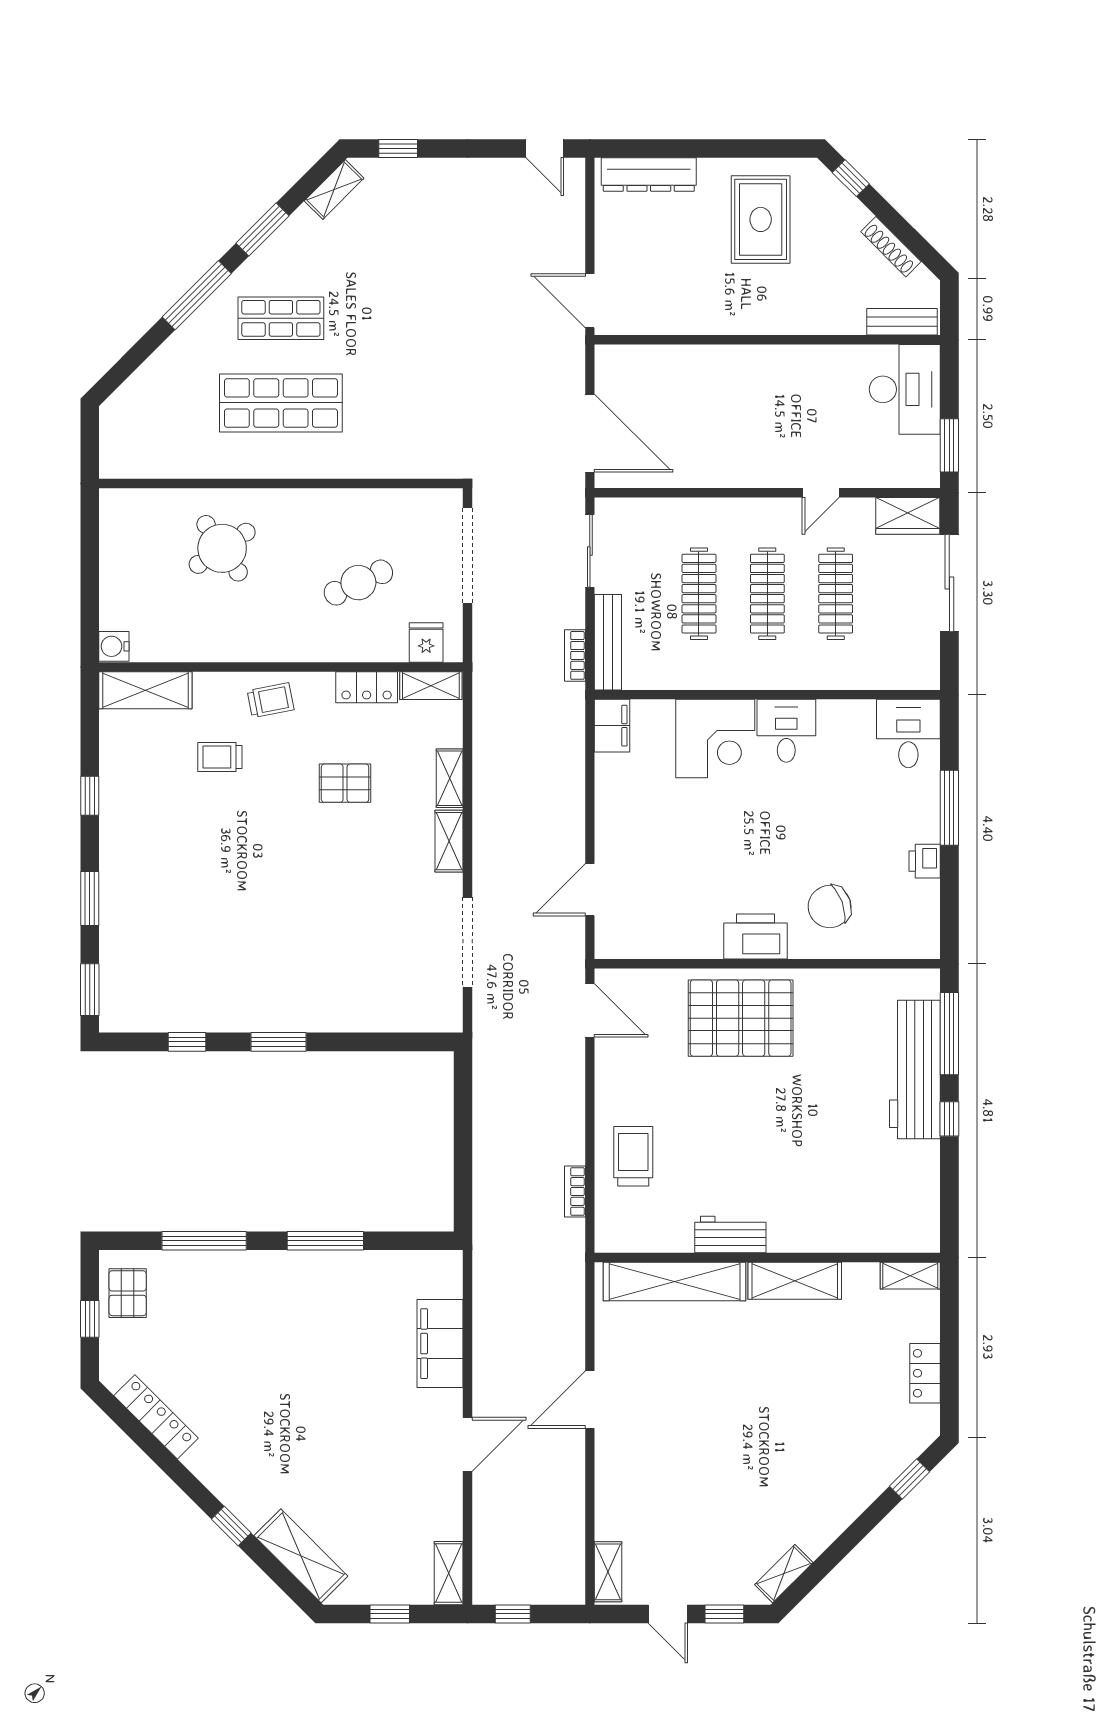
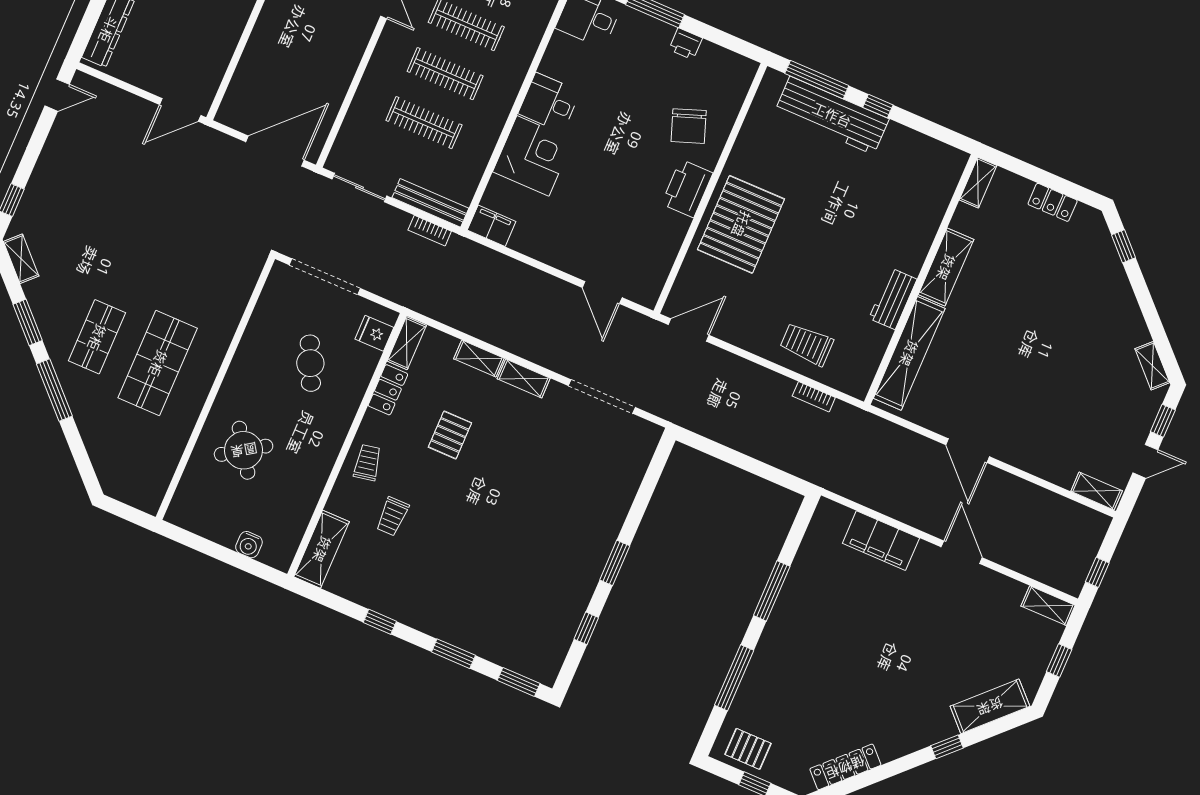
water cooler: (114, 646) -> (249, 545), moved

